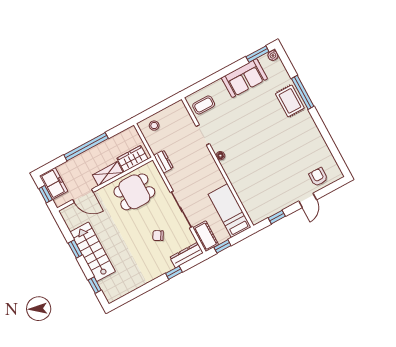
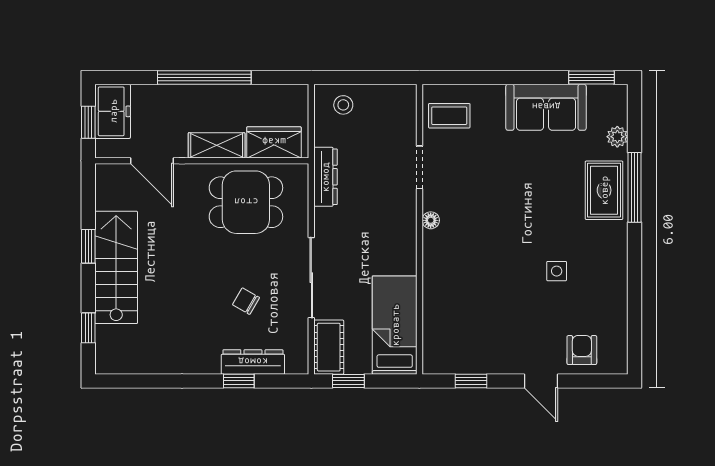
plant: (273, 55) -> (617, 137), moved
side table: (288, 148) -> (557, 271), added
dresser: (163, 162) -> (325, 177), width x1.44
door: (308, 200) -> (541, 381), hinge flipped
dresser: (186, 255) -> (253, 362), moved

